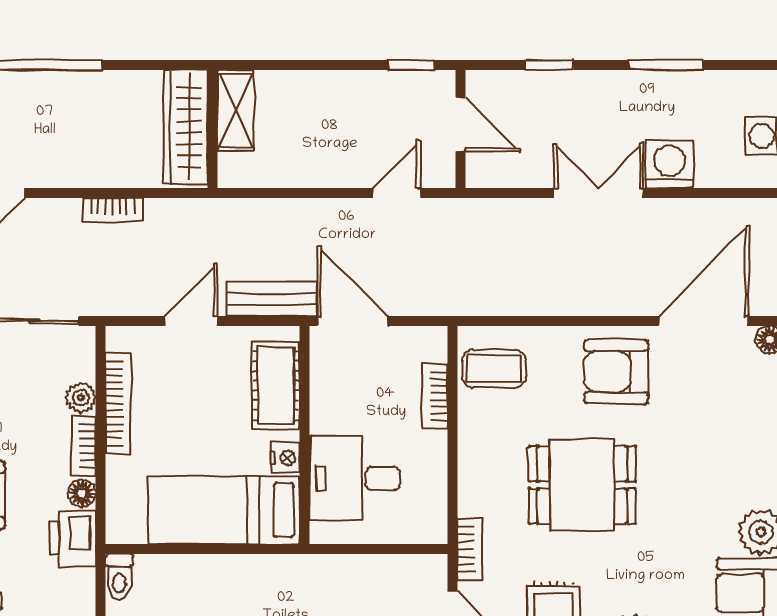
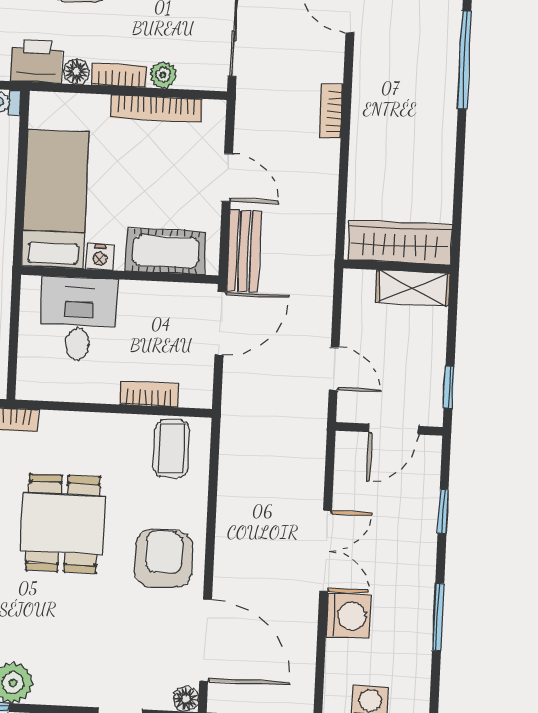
shelving: (236, 110) -> (413, 288), moved
wardrobe: (186, 127) -> (400, 242), moved
wall: (213, 129) -> (397, 266), moved

